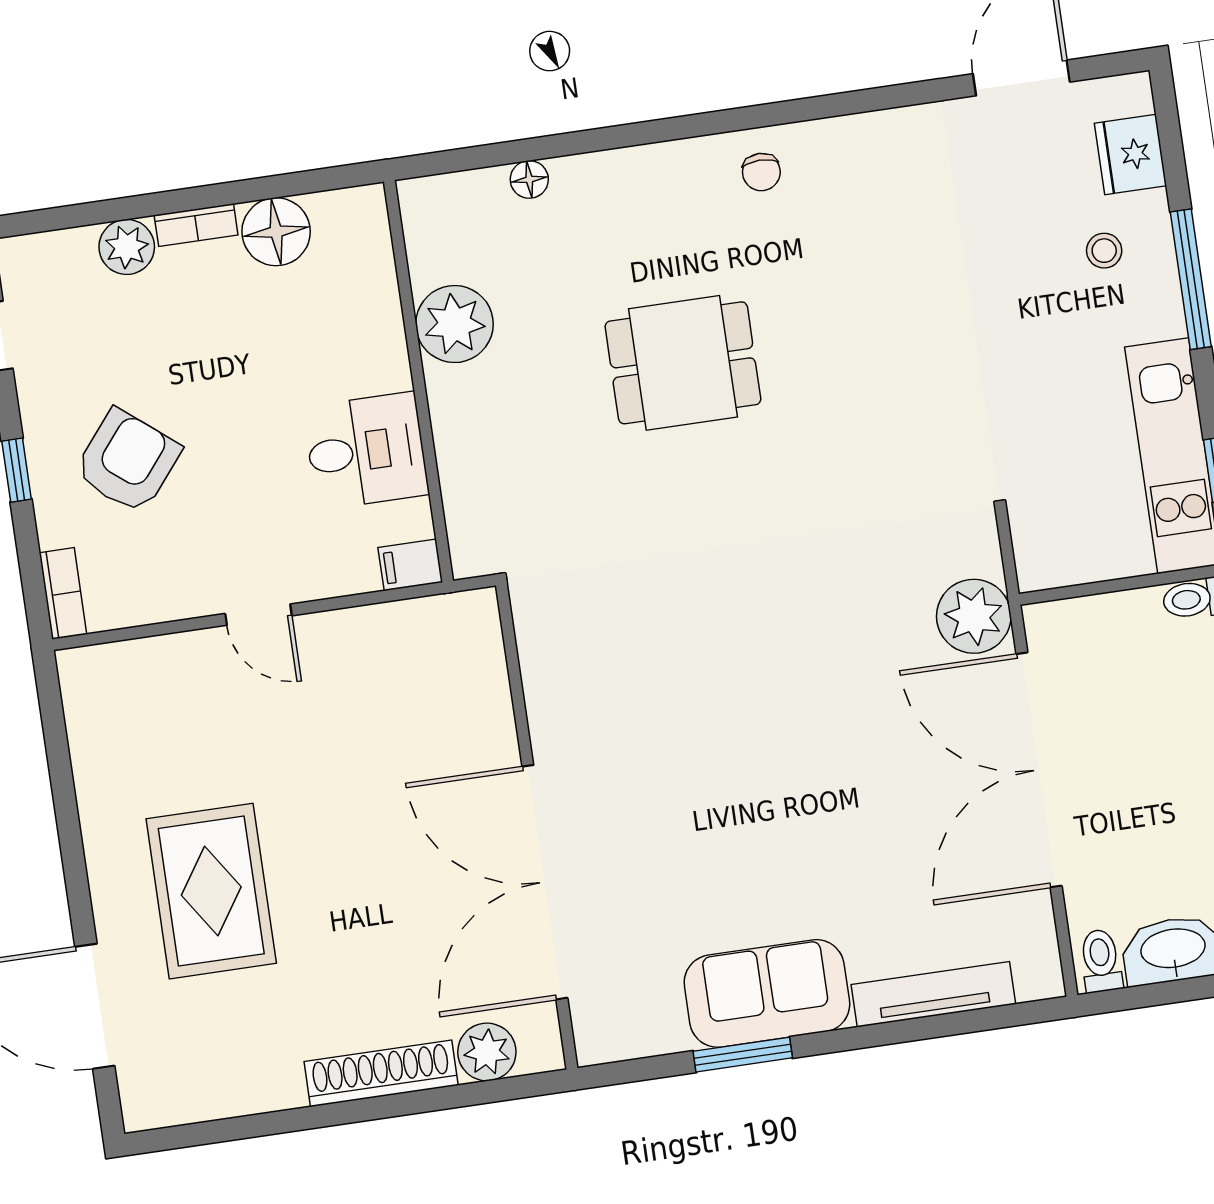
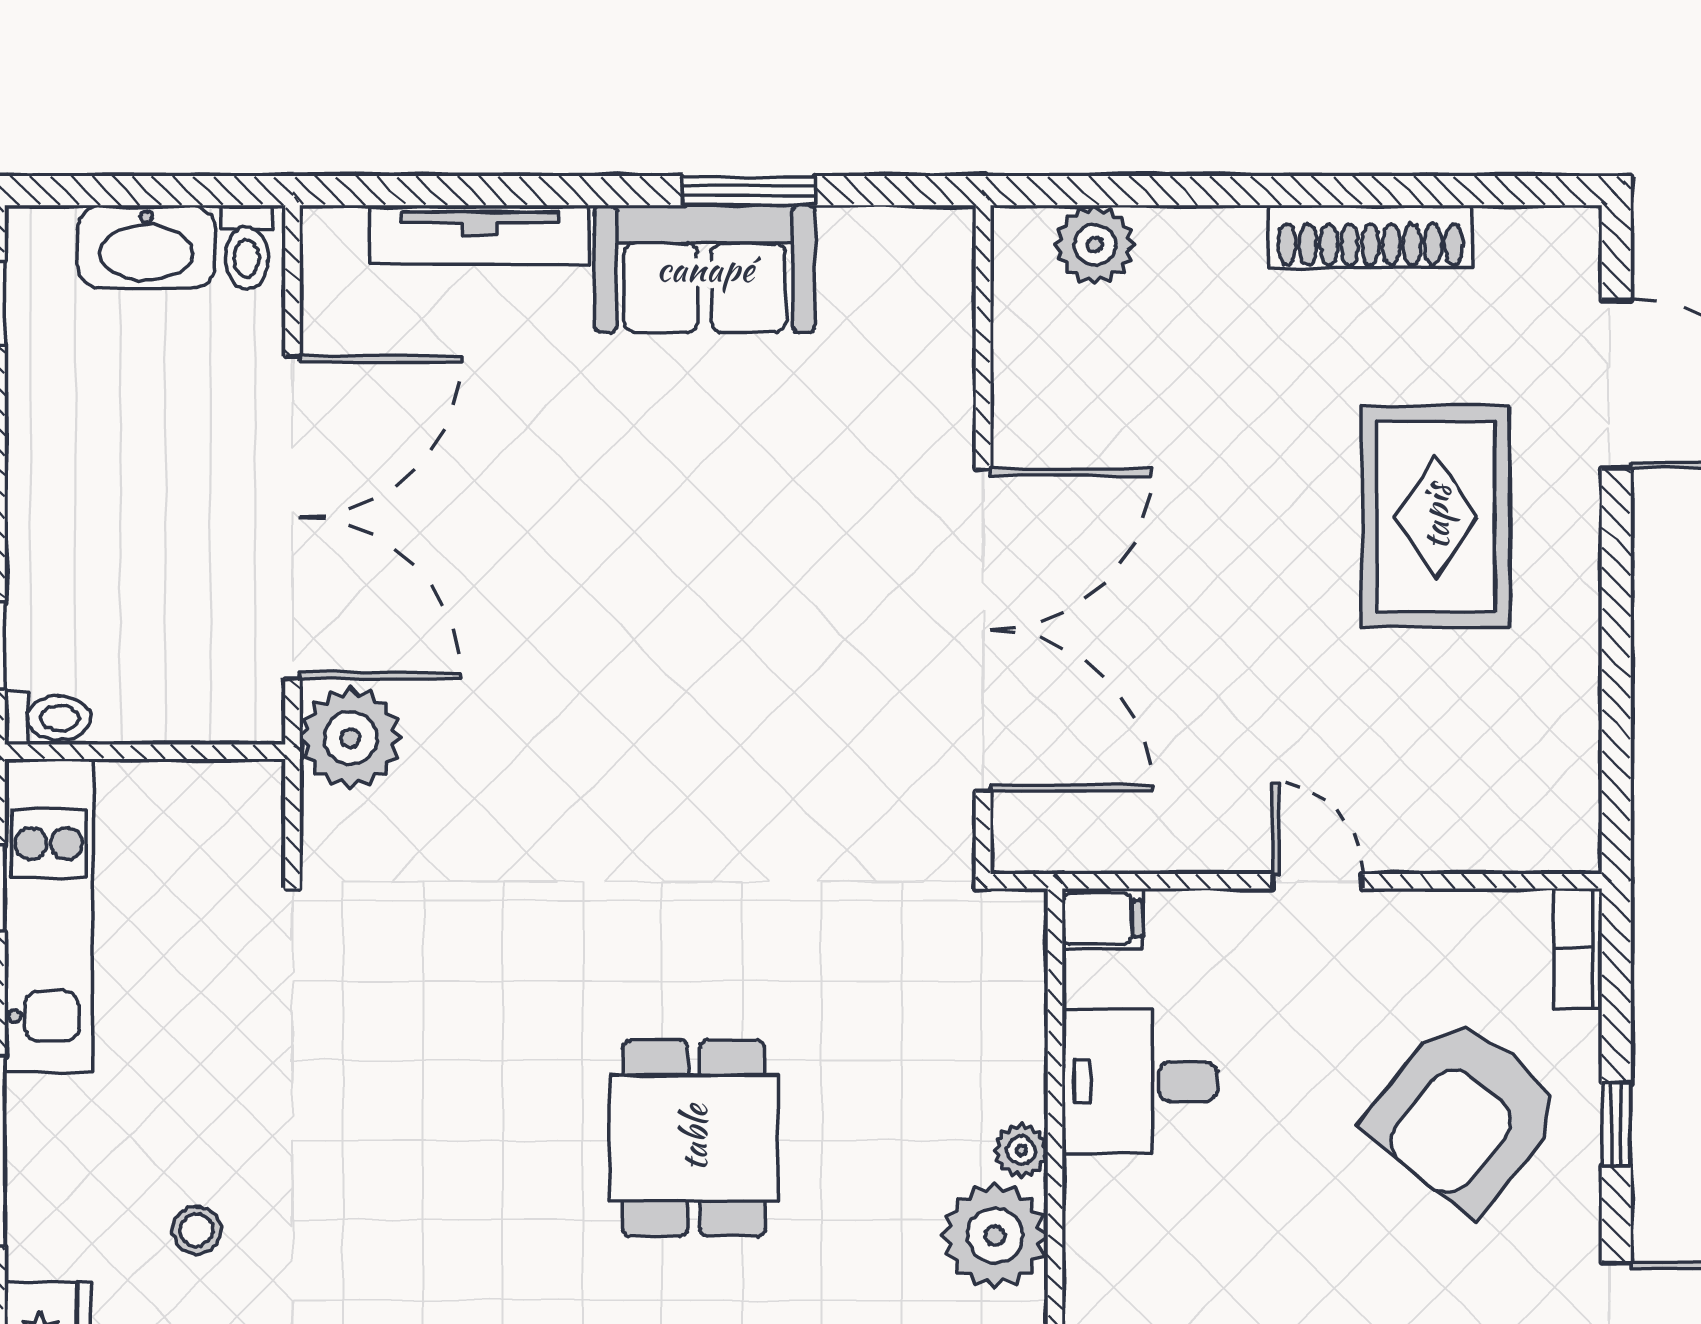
stool: (1104, 251) -> (197, 1230), moved
dining table: (683, 363) -> (694, 1138), turned 90
plant: (445, 389) -> (1021, 1150), added
armchair: (128, 461) -> (1464, 1115), width x1.36, depth x1.36
double door: (545, 882) -> (983, 630), moved
shoe rack: (381, 1073) -> (1370, 236), moved

